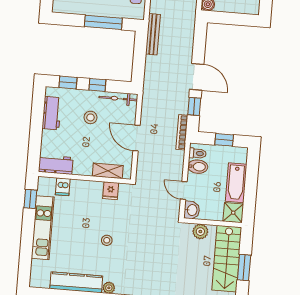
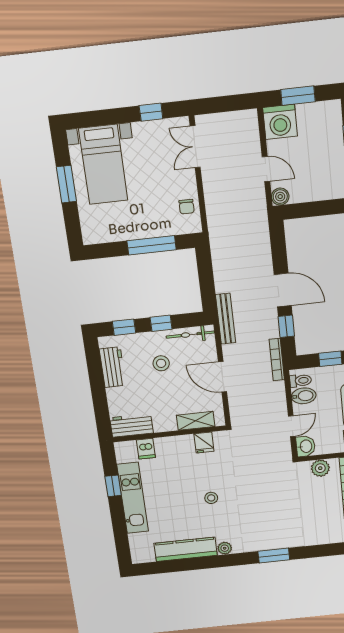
bench: (153, 34) -> (226, 319), moved
door: (184, 190) -> (292, 426), swing flipped
window: (30, 199) -> (113, 486), moved

